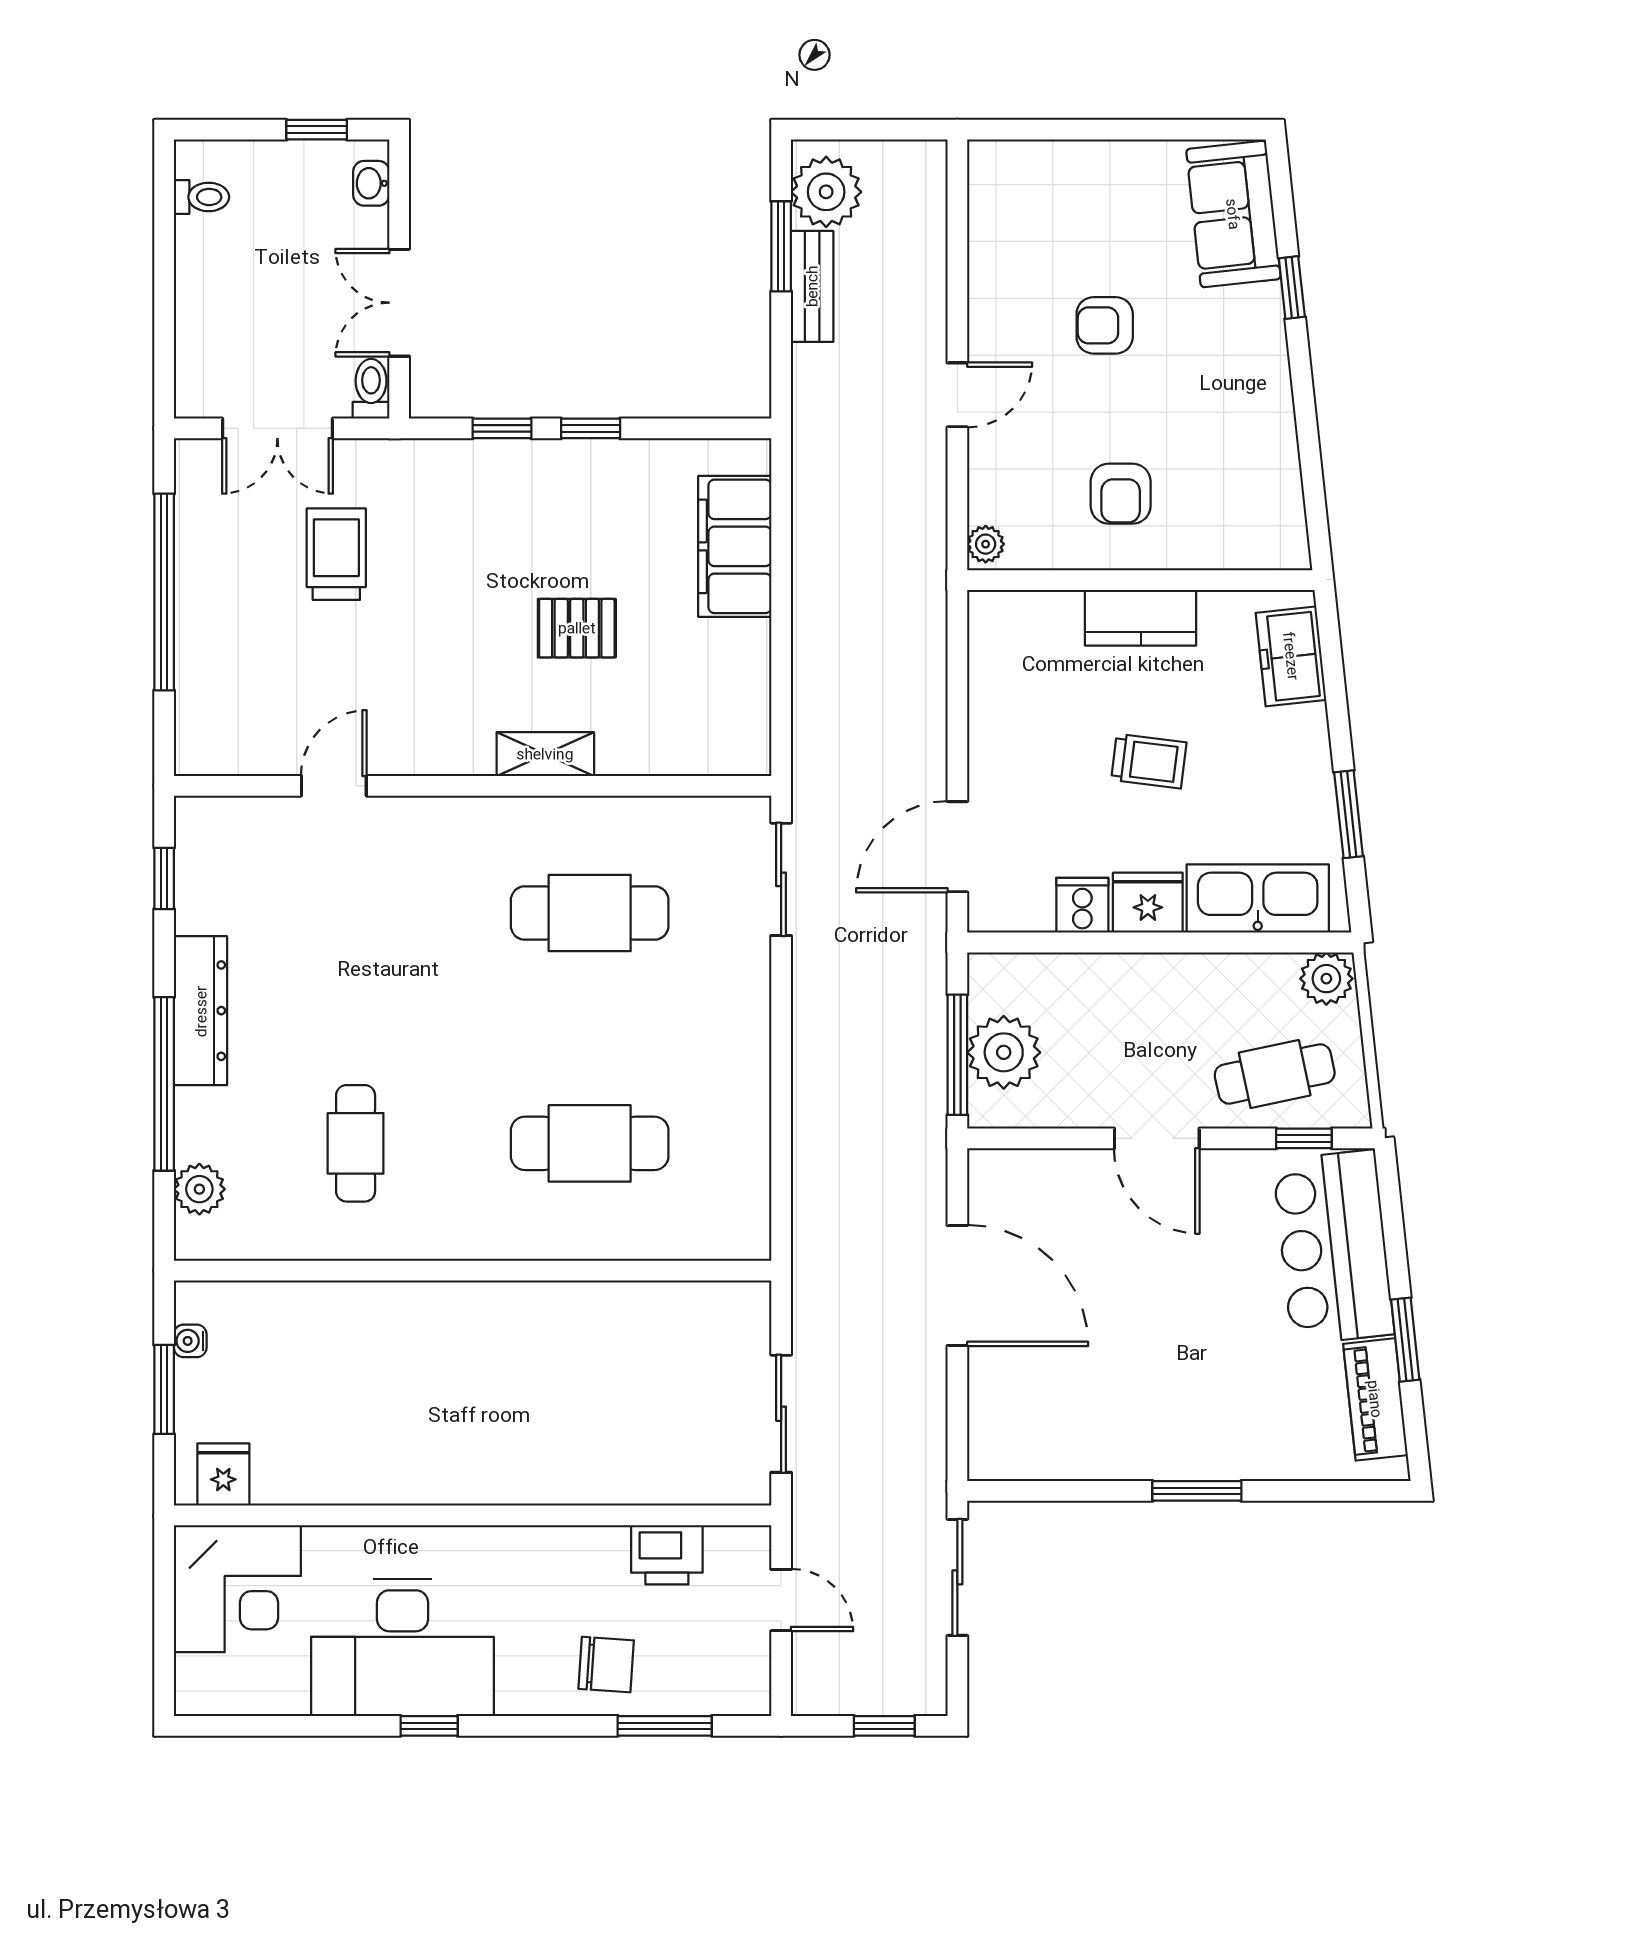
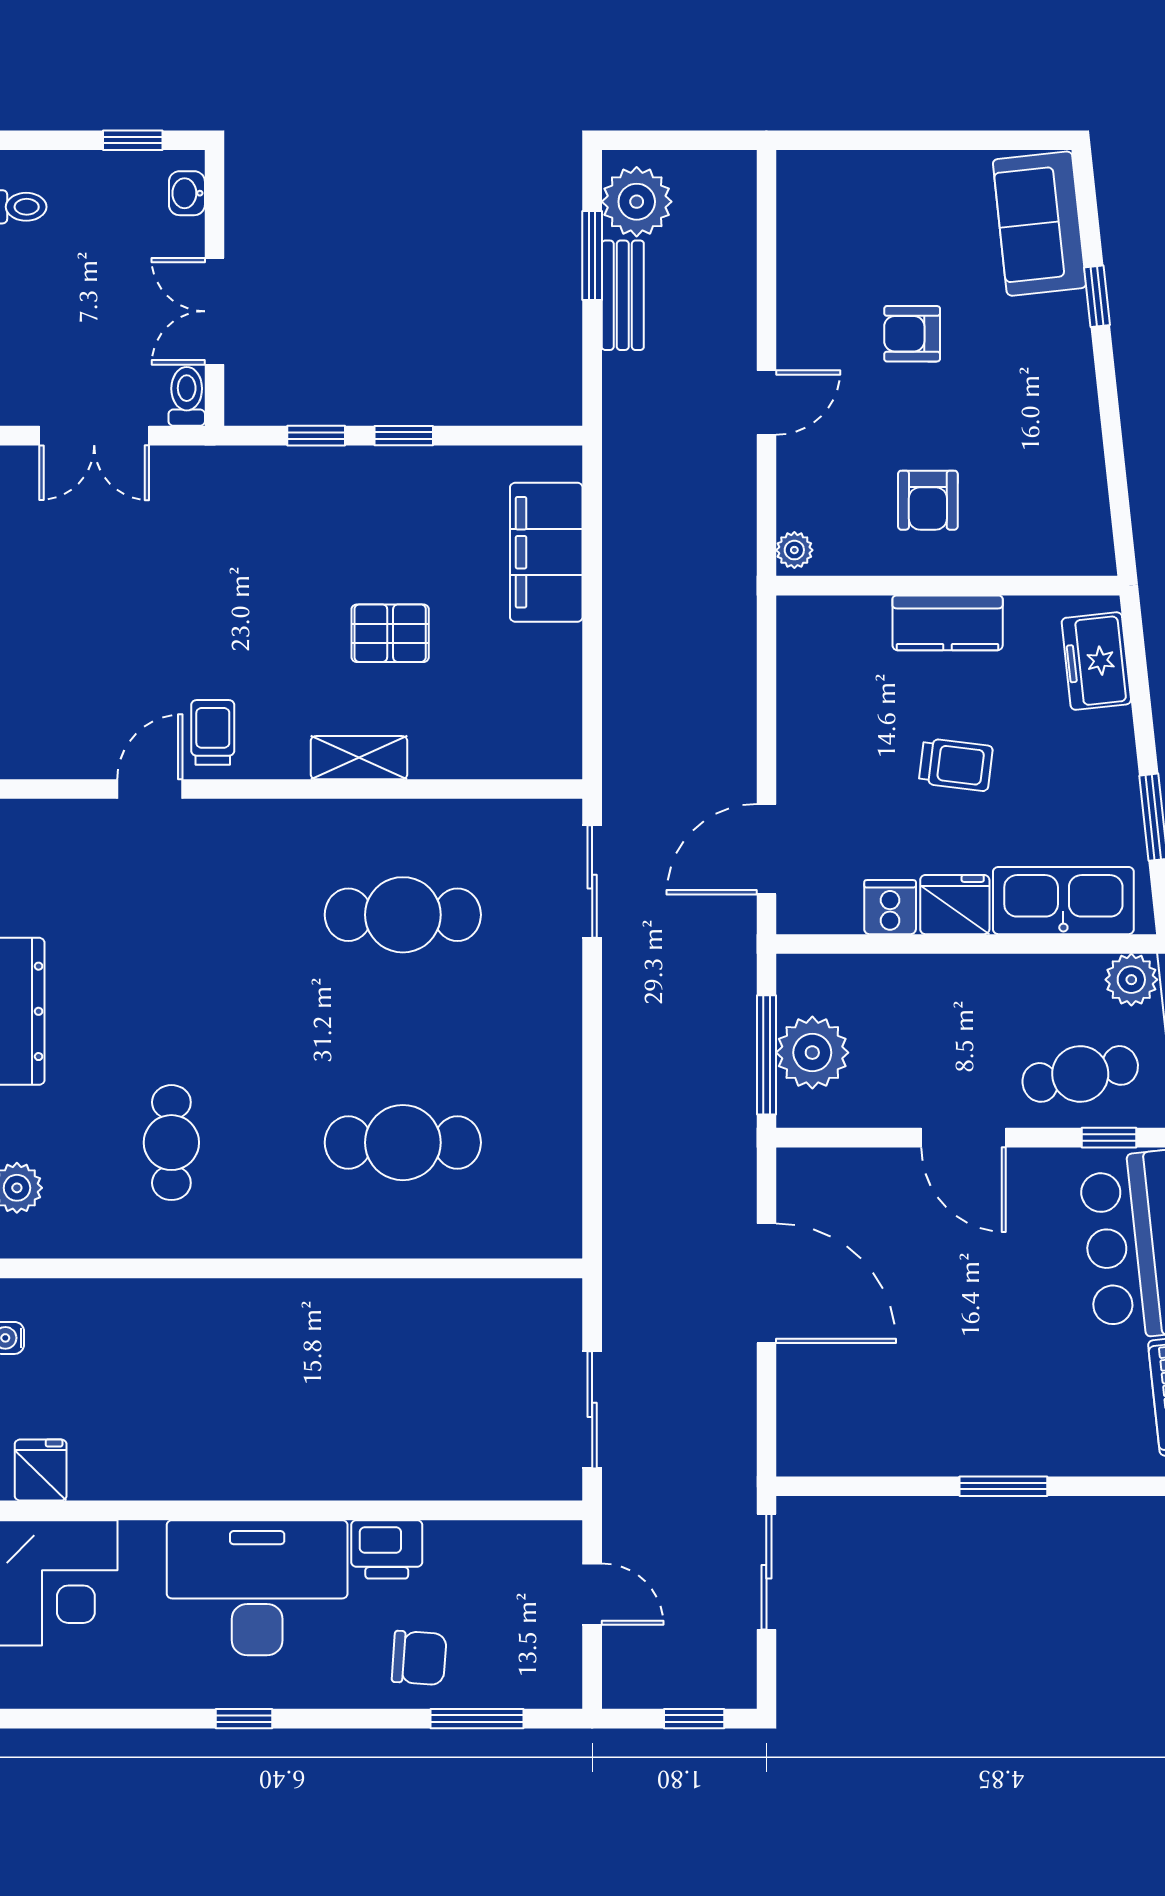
trolley: (336, 554) -> (213, 732), moved, width x0.73, depth x0.72
printer: (667, 1555) -> (387, 1549), moved
desk: (403, 1648) -> (257, 1588), moved, turned 180

